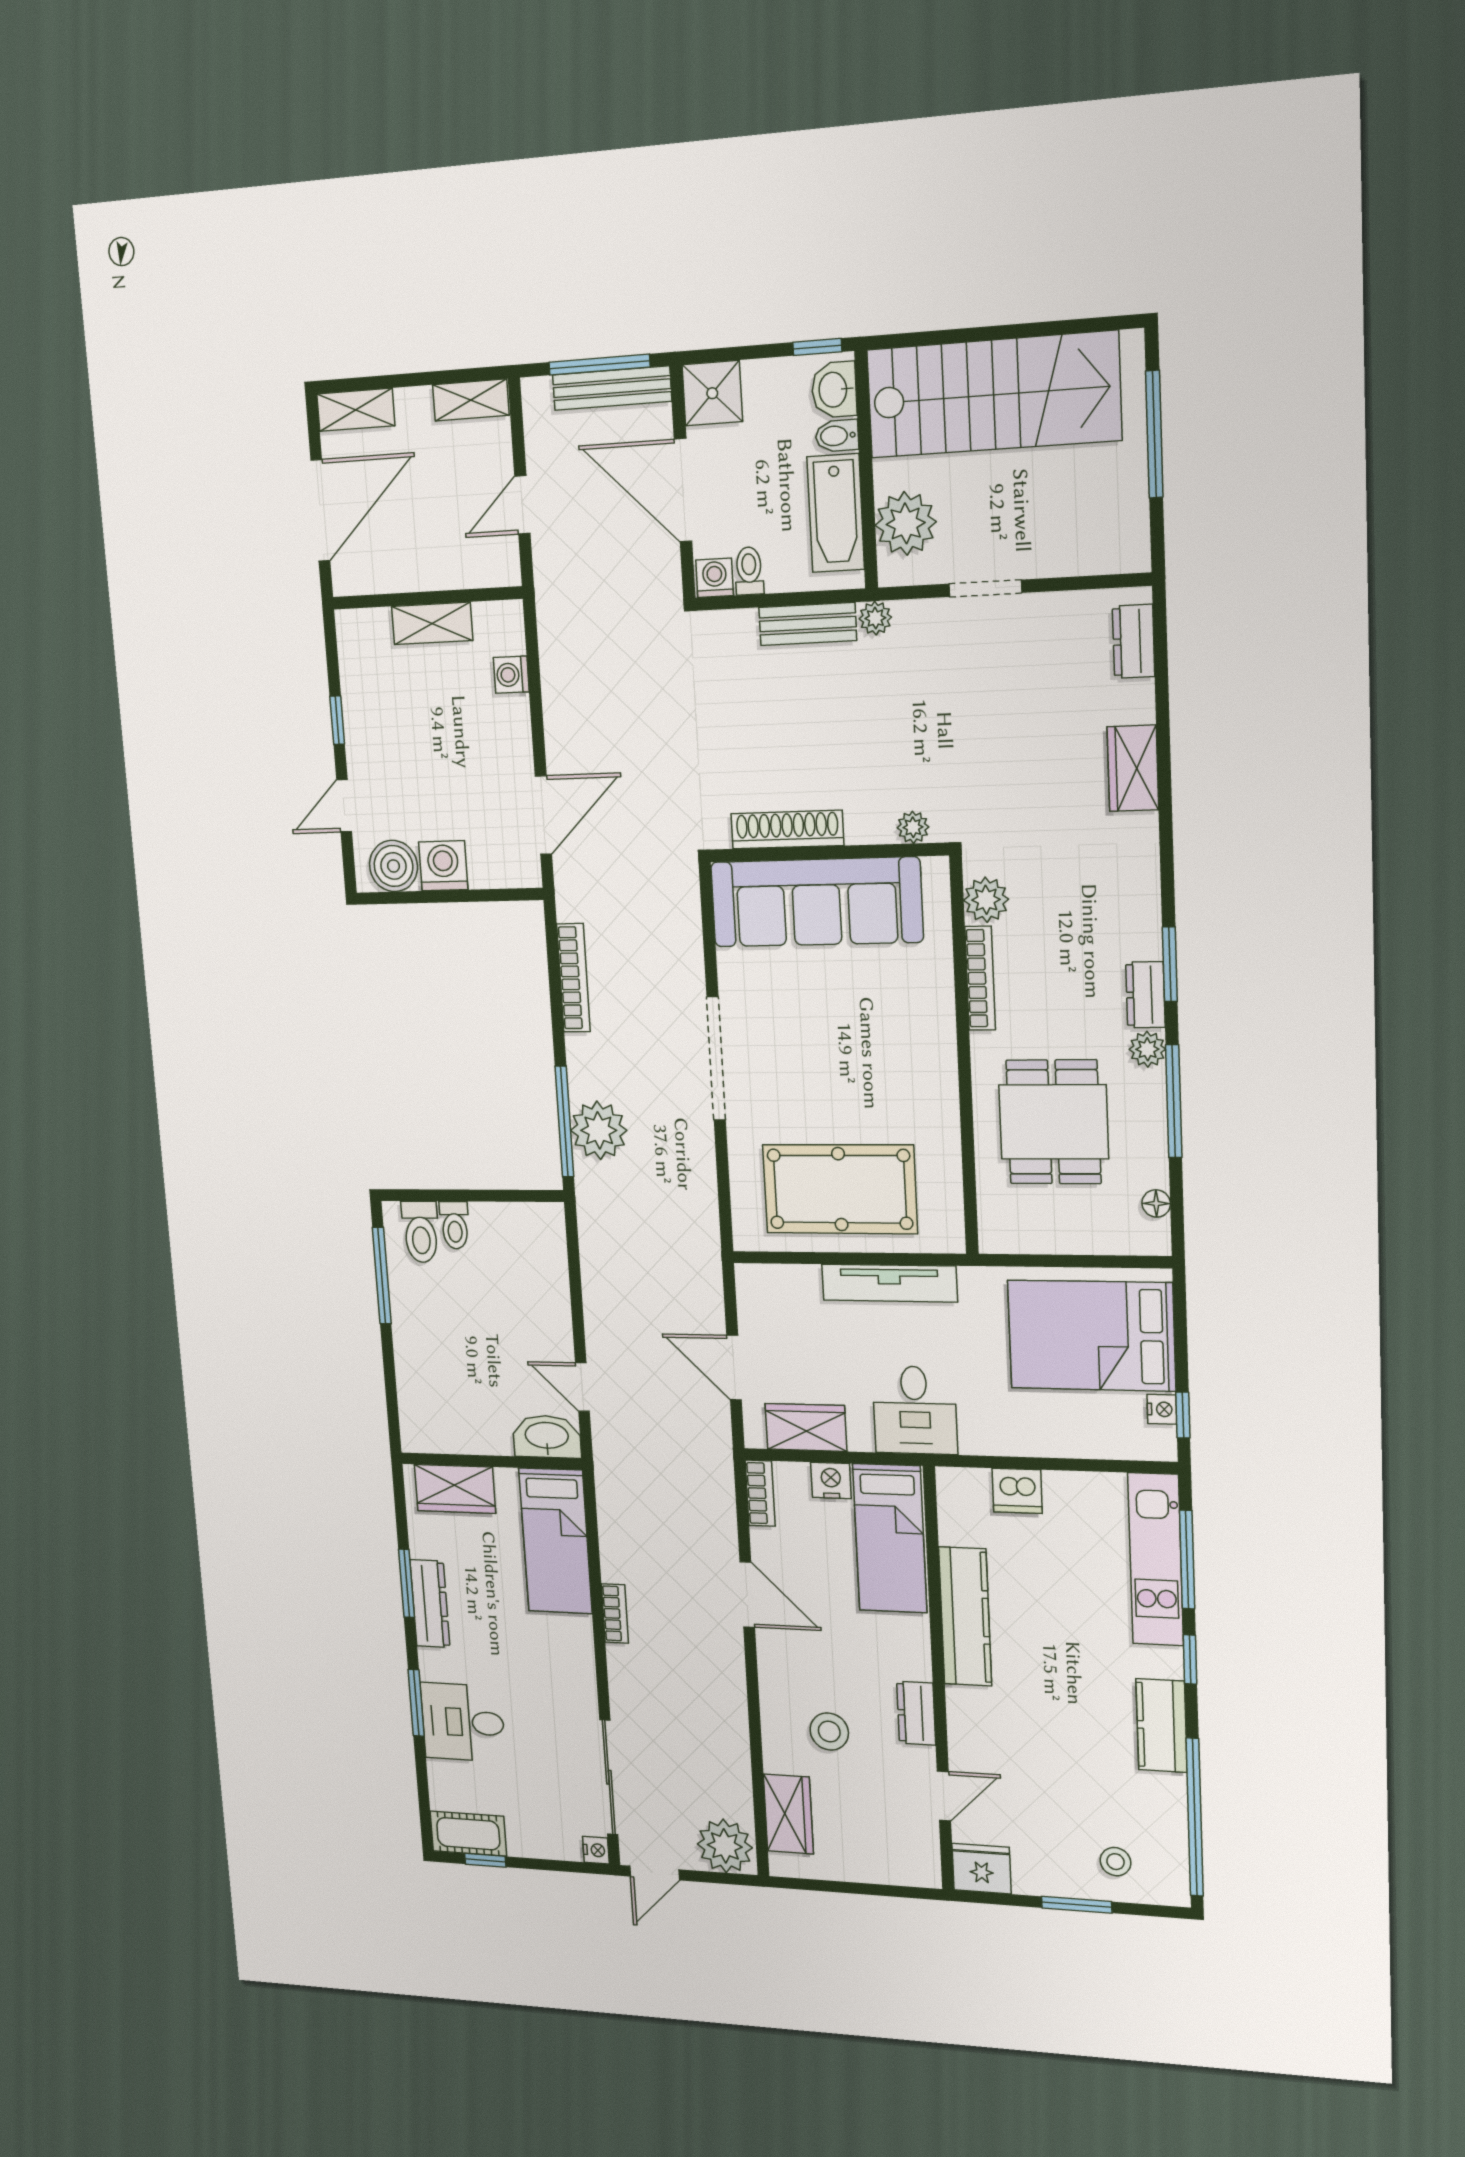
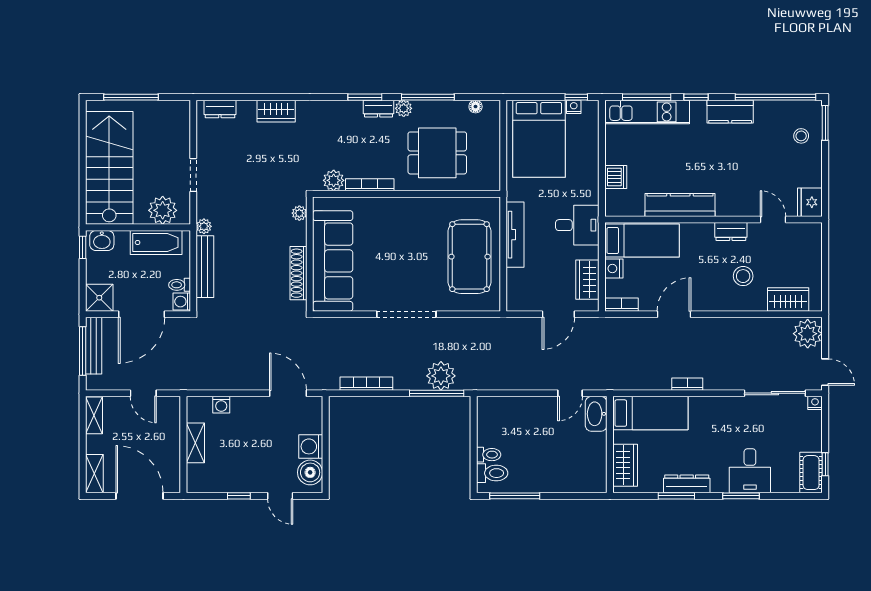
bidet: (837, 436) -> (122, 240), removed
bench: (808, 624) -> (205, 267), width x1.36
window: (1077, 1905) -> (825, 123), moved

